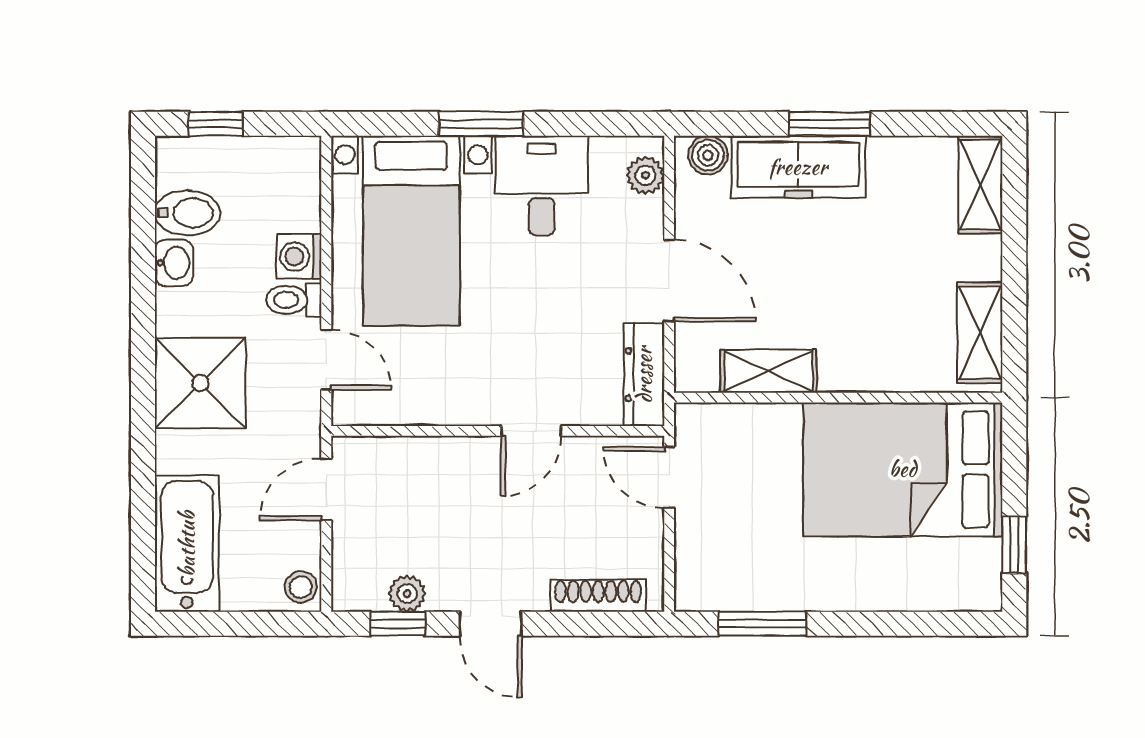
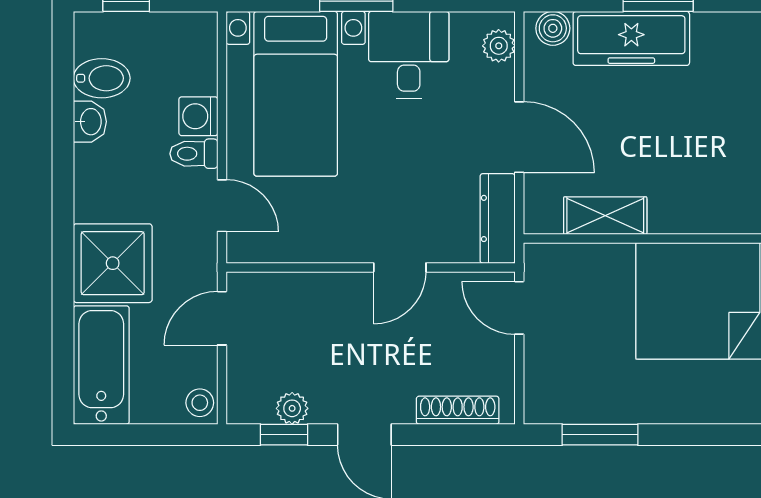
shower: (200, 383) -> (113, 263), moved

